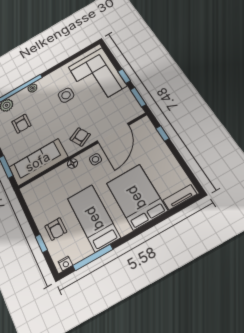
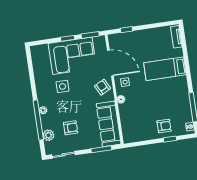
corner sofa: (97, 76) -> (72, 56), moved
bed: (136, 197) -> (165, 69), width x0.67
bed: (94, 218) -> (167, 98), removed

